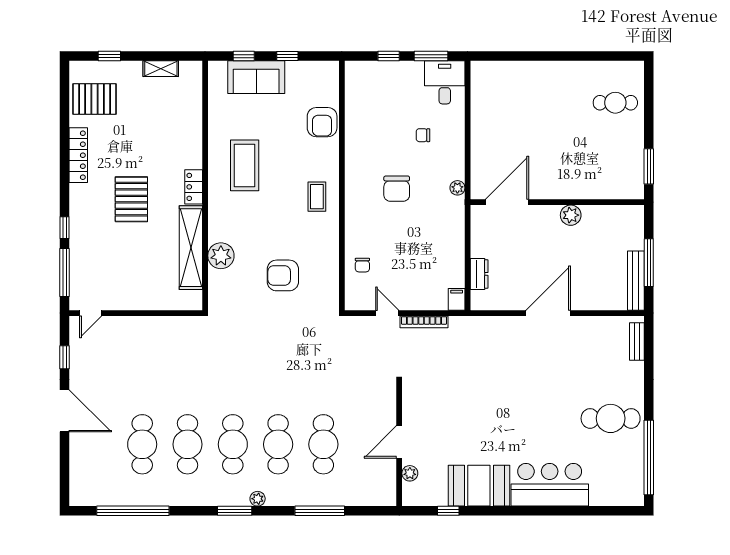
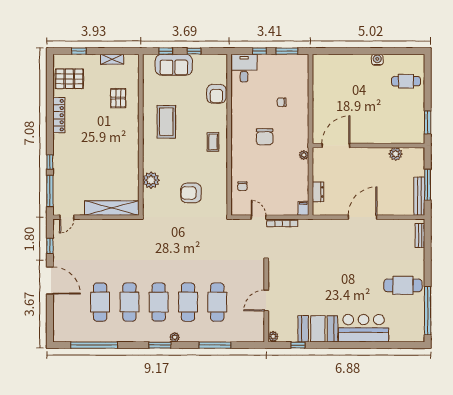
water cooler: (571, 70) -> (377, 60), added
desk: (445, 82) -> (244, 68), moved
locker: (194, 187) -> (133, 136), removed
plant: (457, 188) -> (304, 155), moved
pallet: (131, 199) -> (118, 98), moved, width x0.67, depth x0.71
plant: (571, 215) -> (396, 154), moved
shelving: (191, 248) -> (112, 208), moved, turned 90
plant: (410, 473) -> (273, 336), moved

